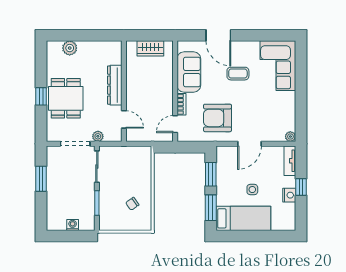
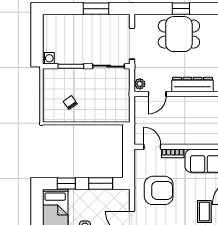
armchair: (217, 118) -> (159, 190), turned 90
plant: (98, 136) -> (140, 84), moved
window: (211, 208) -> (66, 183), width x0.67
washing machine: (73, 225) -> (48, 58), moved

